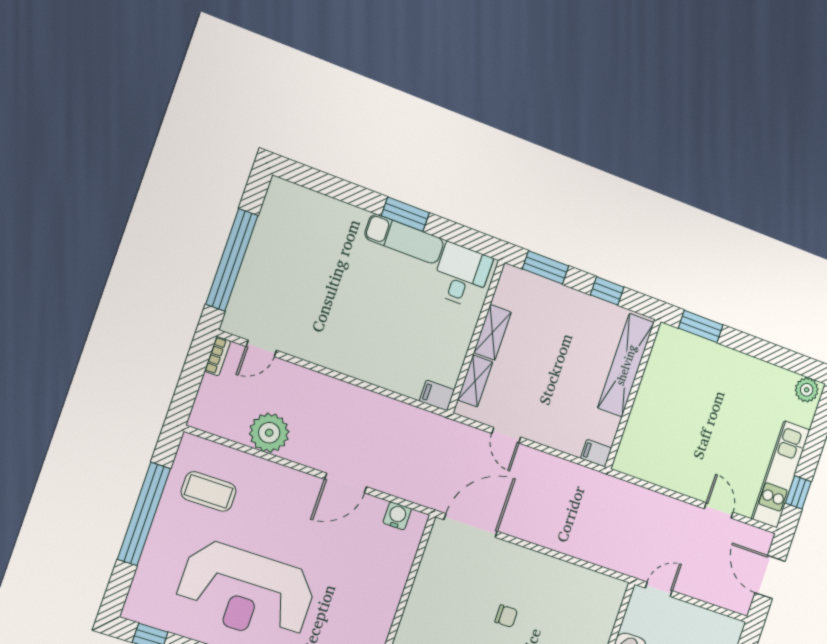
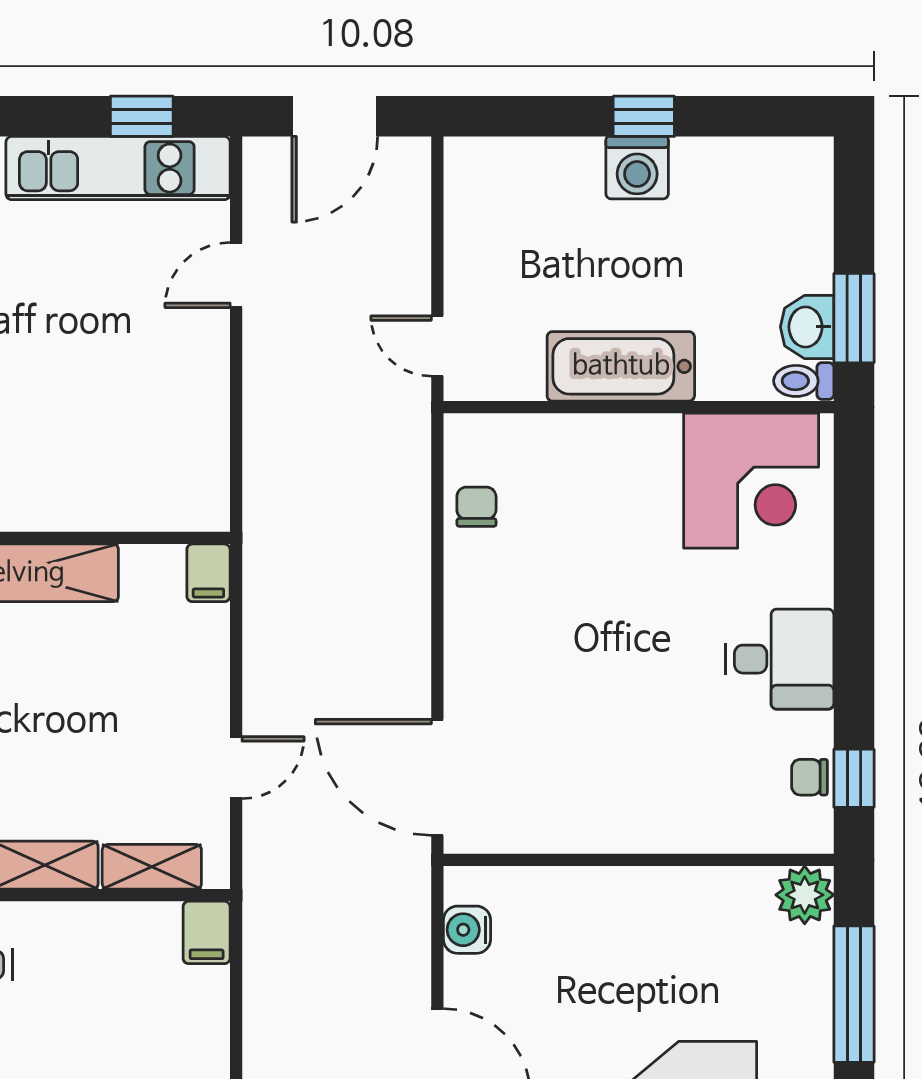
chair: (506, 616) -> (476, 507), moved

